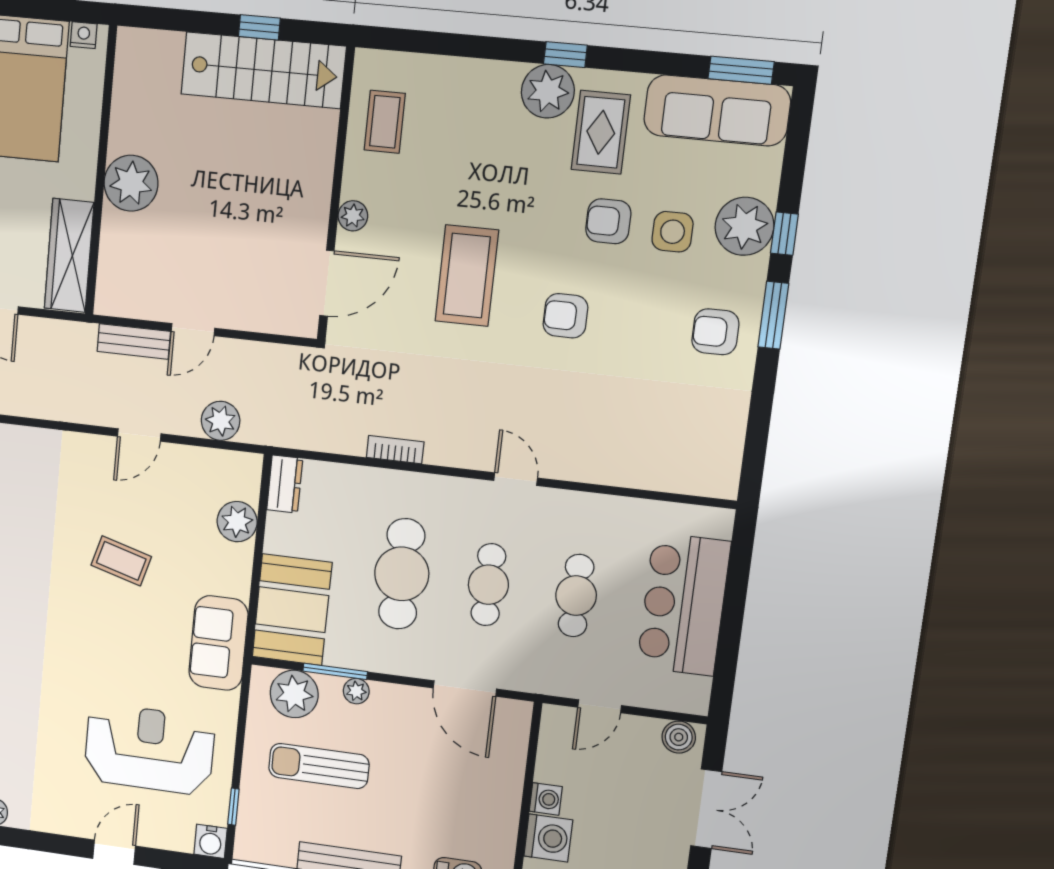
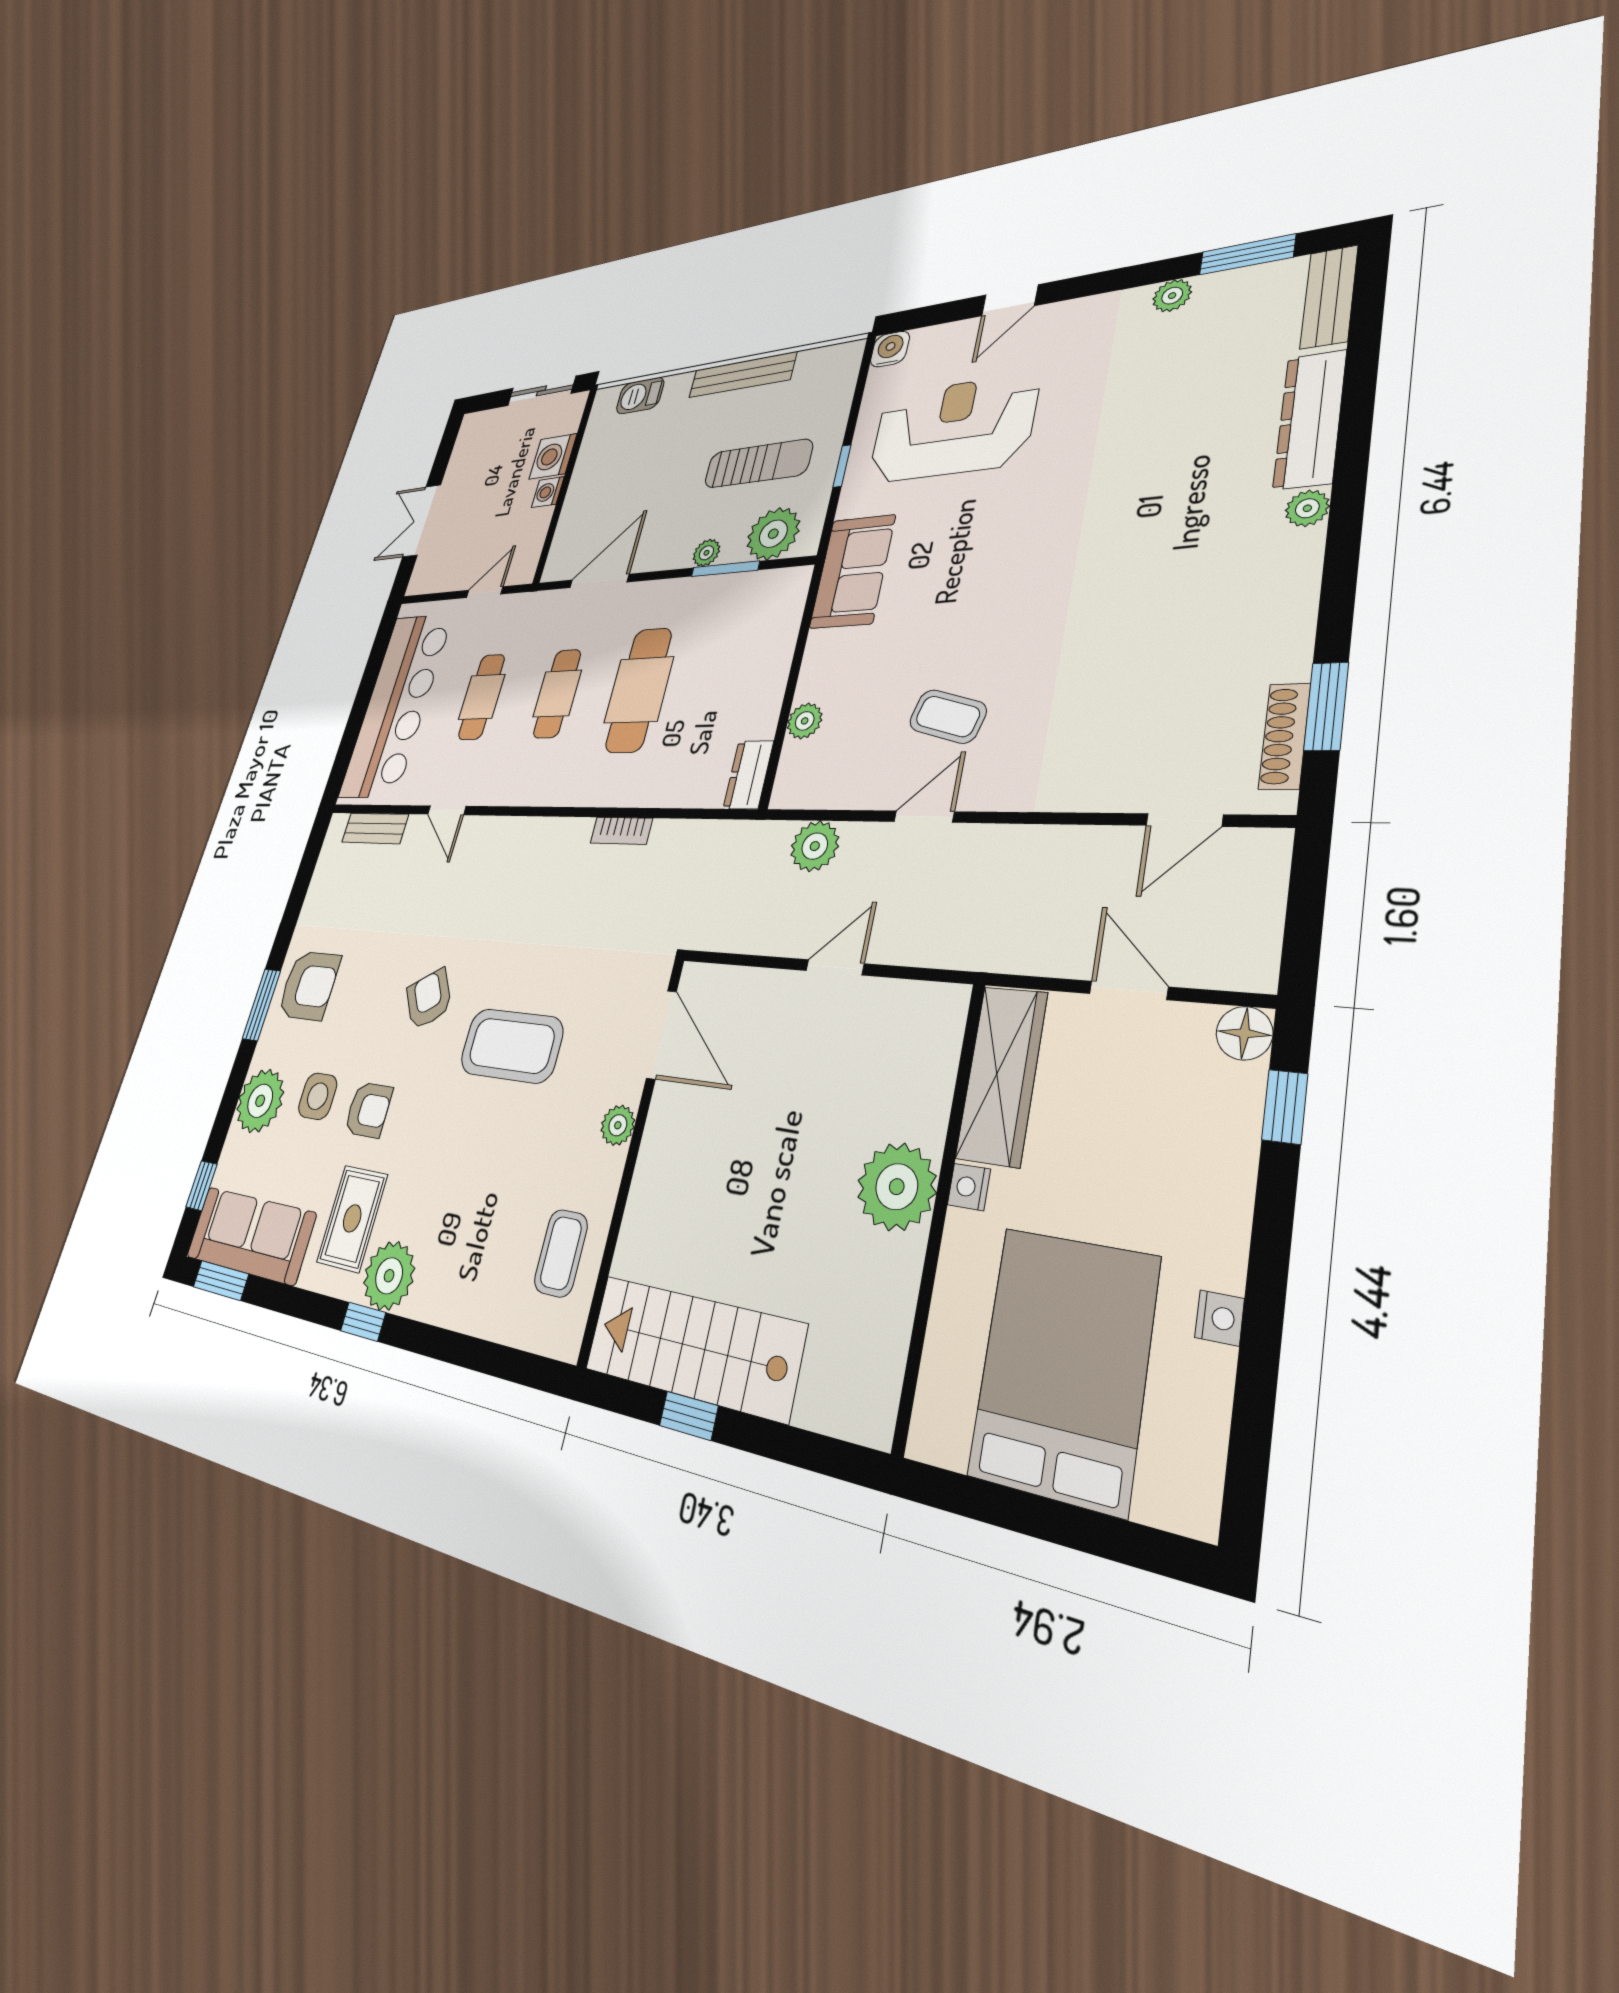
nightstand: (84, 35) -> (969, 1187), moved, turned 90
window: (784, 234) -> (201, 1186), moved
coffee table: (467, 276) -> (512, 1046), turned 90
door: (327, 283) -> (662, 1035), swing flipped
armchair: (565, 316) -> (429, 999), turned -121
armchair: (715, 332) -> (309, 986), width x1.38, depth x1.38
bench: (134, 341) -> (375, 828), moved
door: (516, 479) -> (447, 810), moved
plant: (237, 522) -> (805, 721), width x0.73, depth x0.73
coffee table: (121, 561) -> (948, 716), moved
bar counter: (684, 604) -> (396, 705), width x1.36
booth: (292, 610) -> (762, 627), removed
door: (465, 689) -> (599, 581), hinge flipped
boiler: (679, 737) -> (428, 579), removed
reception desk: (149, 749) -> (953, 429), turned 180
window: (233, 807) -> (842, 466), moved

